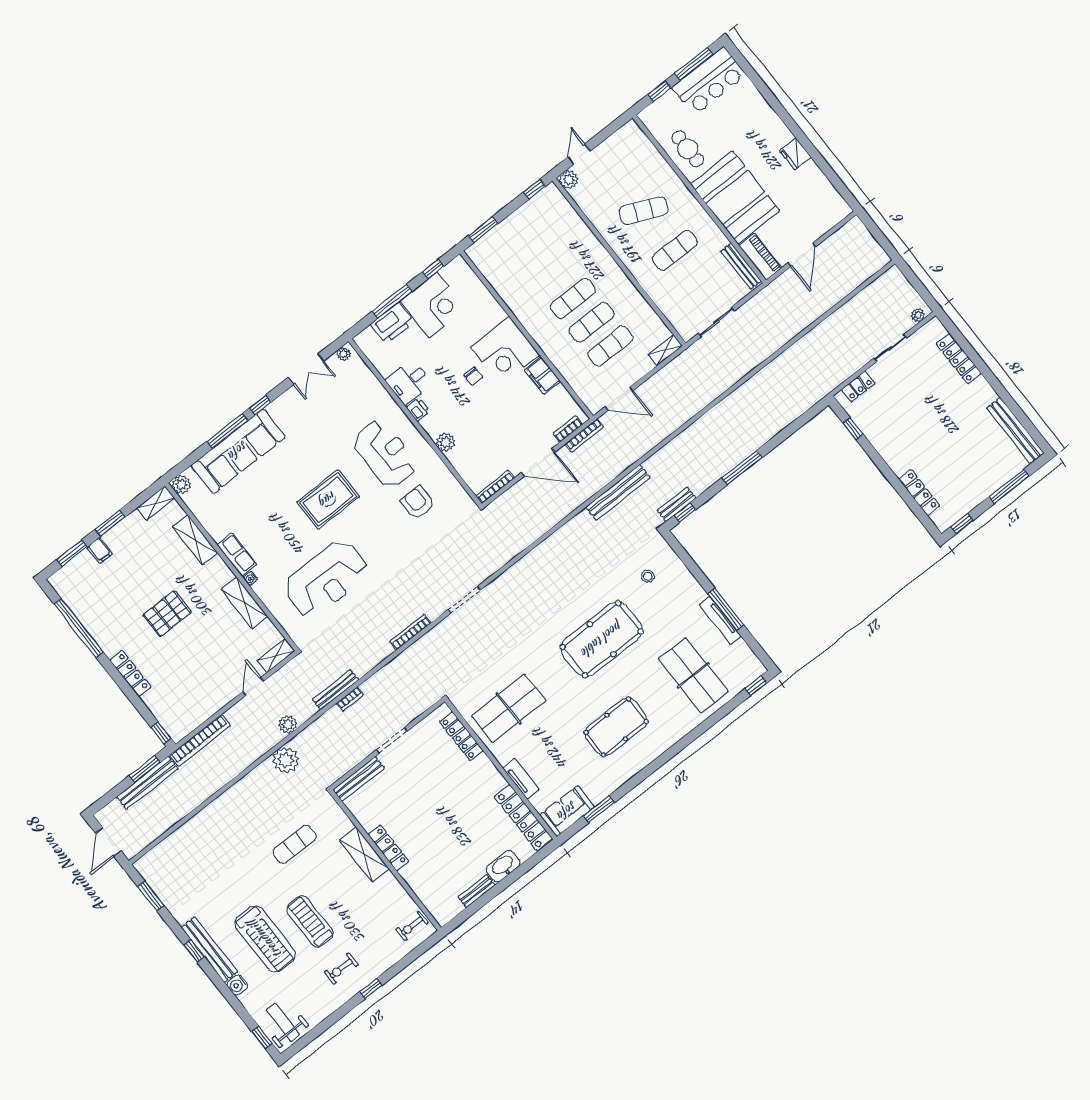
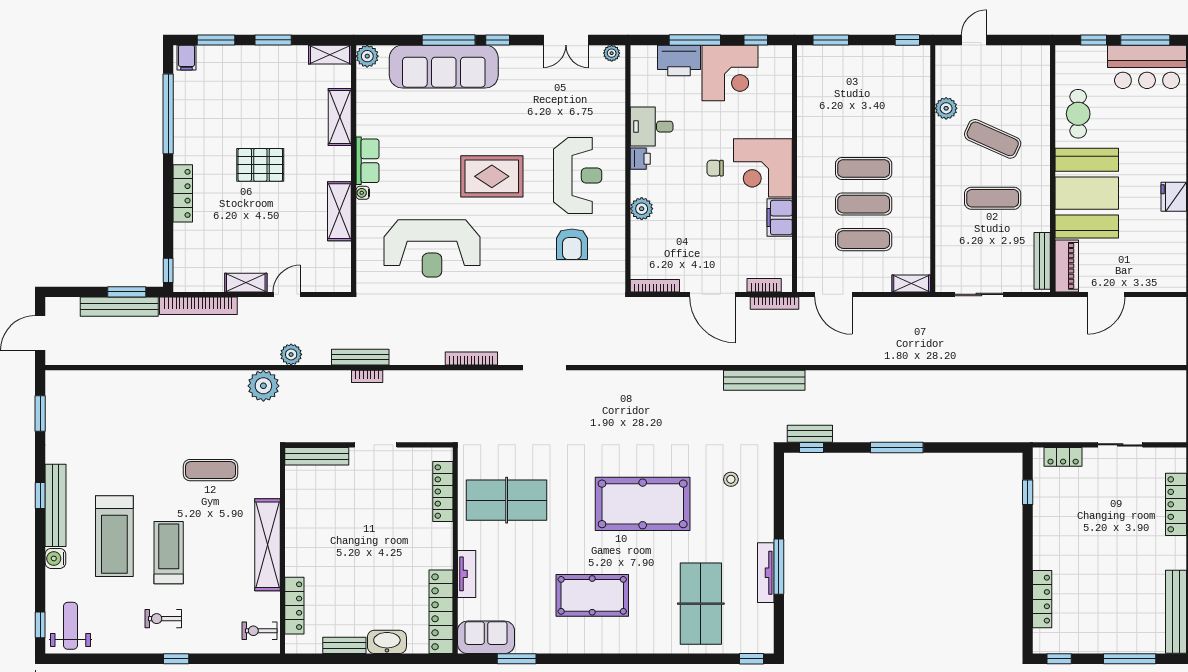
plant: (569, 180) -> (946, 108), moved
plant: (918, 315) -> (1170, 434), removed
chair: (473, 376) -> (715, 168), turned 90
armchair: (418, 503) -> (572, 244), turned 180
filing cabinet: (100, 550) -> (186, 58), moved
shelving: (276, 656) -> (246, 283), moved
locker: (388, 848) -> (294, 606), moved
shelving: (364, 854) -> (267, 545), width x1.47

